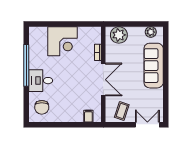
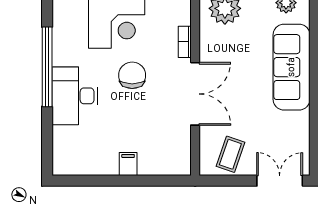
desk: (41, 81) -> (75, 96), width x1.37
chair: (42, 107) -> (132, 75), moved, turned 180
filing cabinet: (88, 116) -> (128, 164), moved

